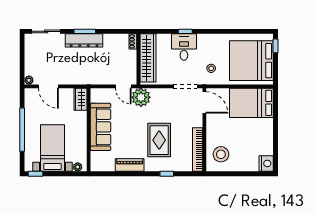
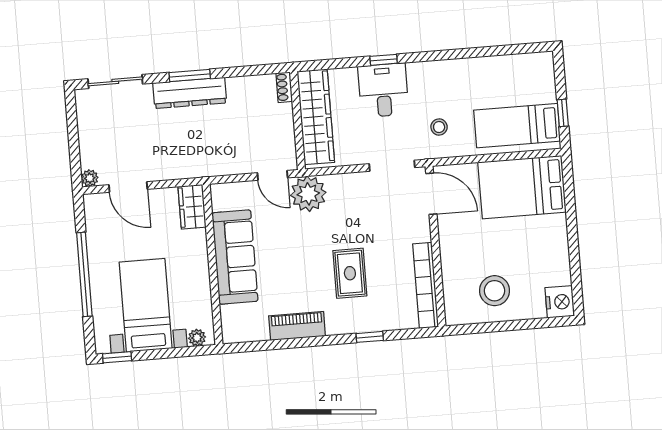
window: (276, 46) -> (563, 113), moved
bed: (251, 61) -> (517, 126), width x0.49
rug: (159, 140) -> (350, 273), width x0.73, depth x0.70
stool: (221, 154) -> (495, 291), moved

